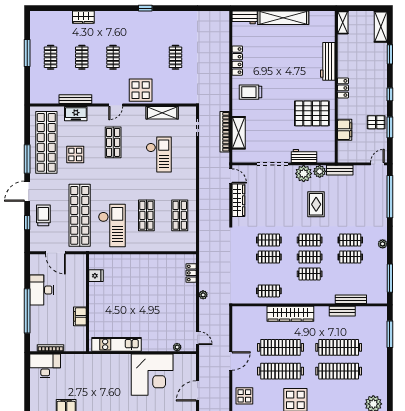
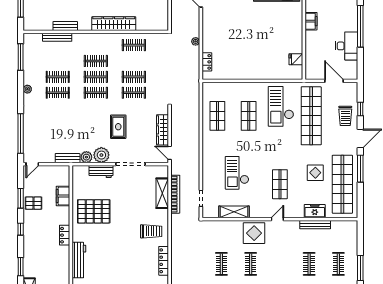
clothes rail: (113, 57) -> (251, 264), moved
rug: (316, 204) -> (118, 127), moved

